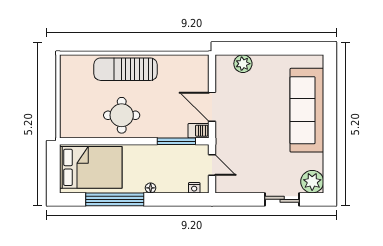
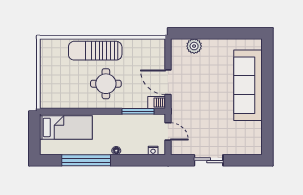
round table: (122, 115) -> (106, 84), moved
bed: (91, 167) -> (66, 127), width x0.67
plant: (312, 182) -> (252, 145), removed
sliding door: (282, 199) -> (209, 160), moved

